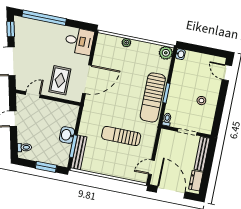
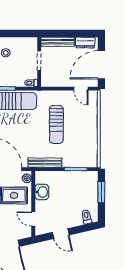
plant: (74, 96) -> (27, 178), added
washbasin: (67, 135) -> (42, 192), moved, turned -90
bench: (79, 153) -> (45, 163), moved

